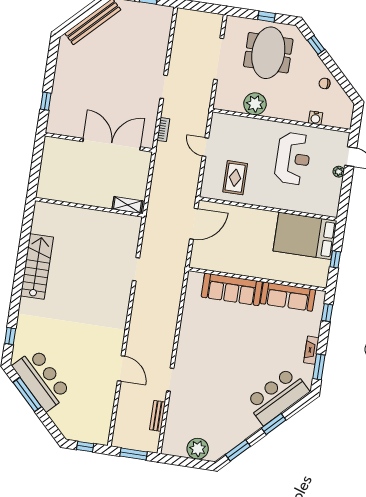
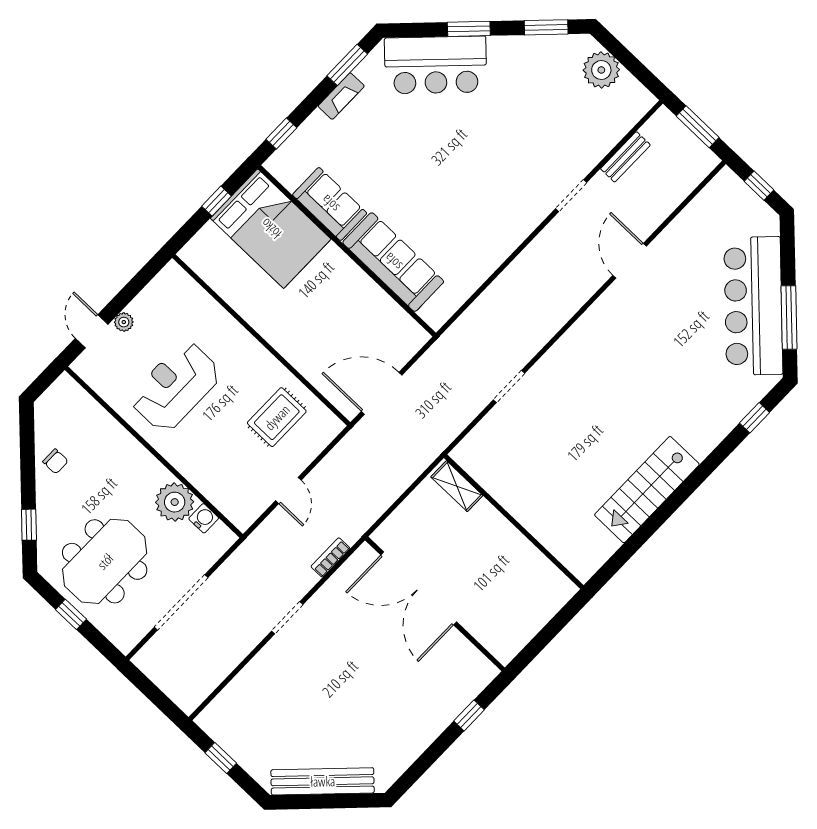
water cooler: (316, 118) -> (204, 518), moved
bed: (305, 236) -> (271, 229), moved
sofa: (288, 297) -> (330, 204), width x0.73
bar counter: (42, 380) -> (753, 306), width x1.36

